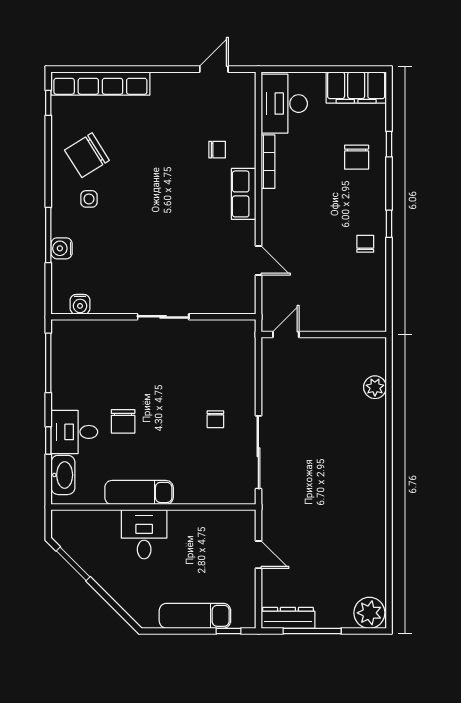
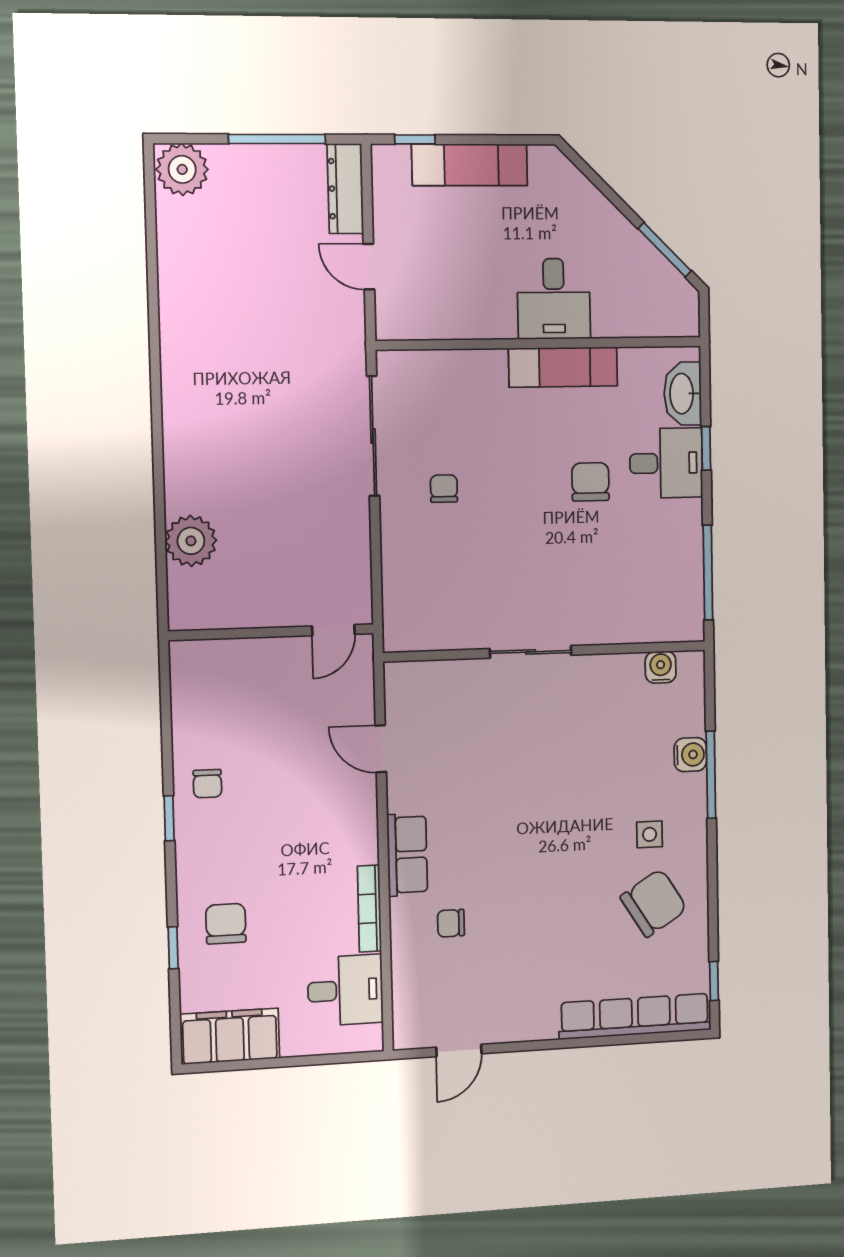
desk: (284, 104) -> (345, 990), width x0.73
plant: (375, 387) -> (191, 541), width x1.36, depth x1.36
dresser: (288, 618) -> (345, 189), moved, turned 90

